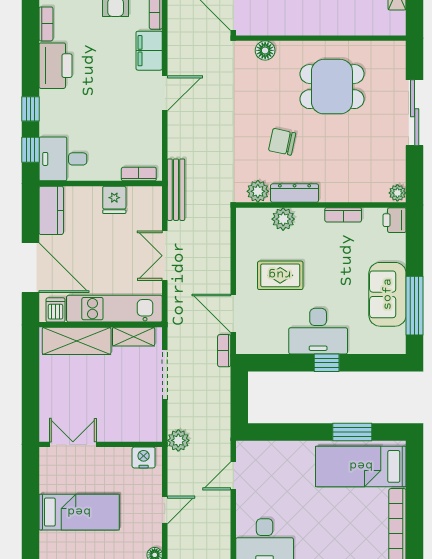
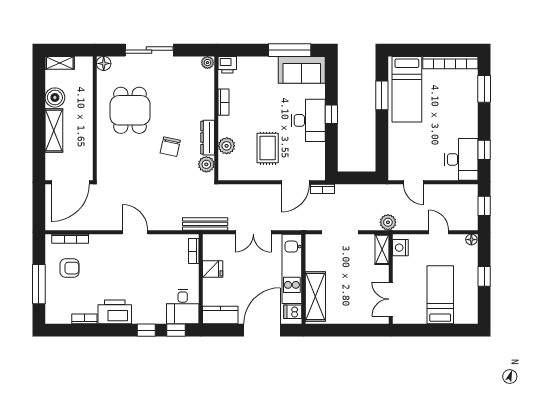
floor lamp: (265, 50) -> (104, 63), moved
filing cabinet: (149, 51) -> (104, 244), removed
sofa: (387, 294) -> (302, 70), moved
shelving: (134, 337) -> (382, 249), moved

